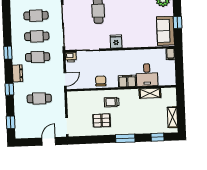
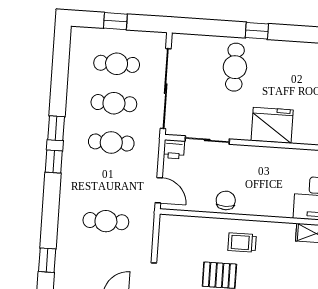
fridge: (116, 41) -> (272, 125), width x1.88, depth x1.34
dresser: (18, 73) -> (70, 169), removed
door: (65, 79) -> (159, 190), hinge flipped
filing cabinet: (127, 81) -> (276, 206), removed
window: (9, 89) -> (54, 162), moved

